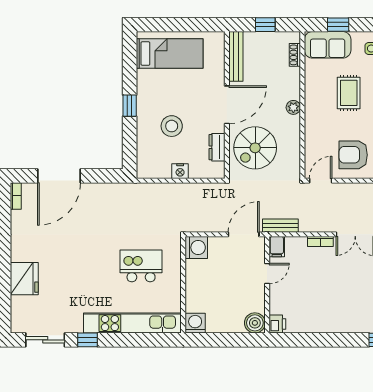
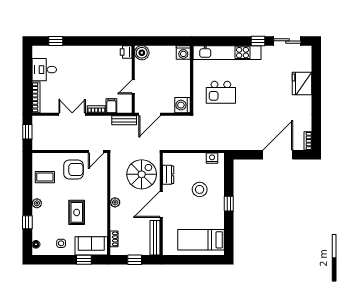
nightstand: (180, 171) -> (212, 158), moved
filing cabinet: (277, 247) -> (111, 106), moved

